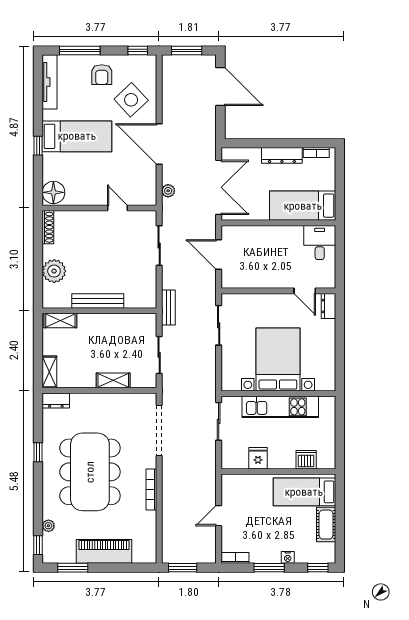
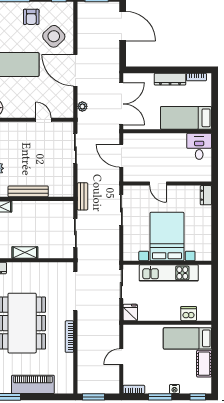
door: (305, 291) -> (158, 184), moved
shelving: (113, 380) -> (25, 252), moved
fridge: (258, 458) -> (130, 313), moved

